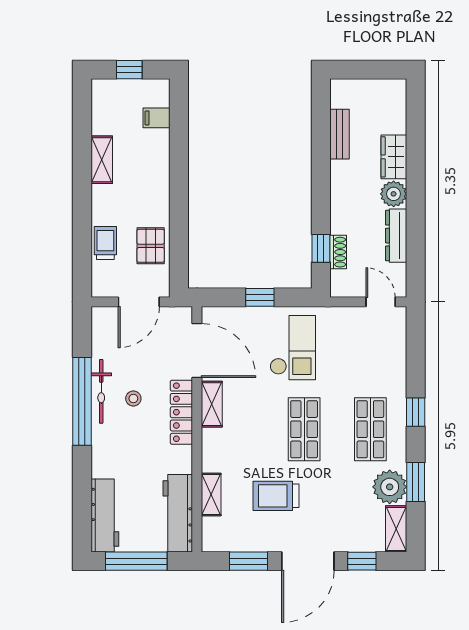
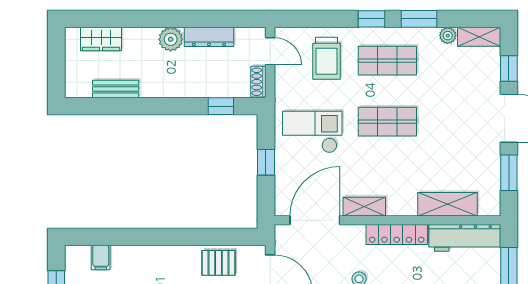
wardrobe: (394, 157) -> (101, 39), moved
shoe rack: (338, 252) -> (258, 82), moved, turned -90
door: (381, 302) -> (270, 51), swing flipped
locker: (181, 412) -> (397, 235), moved
window: (416, 482) -> (419, 19), moved
plant: (390, 487) -> (448, 36), width x0.53, depth x0.53
shelving: (211, 495) -> (447, 204), width x1.50, depth x1.33
trolley: (276, 496) -> (326, 58), moved

